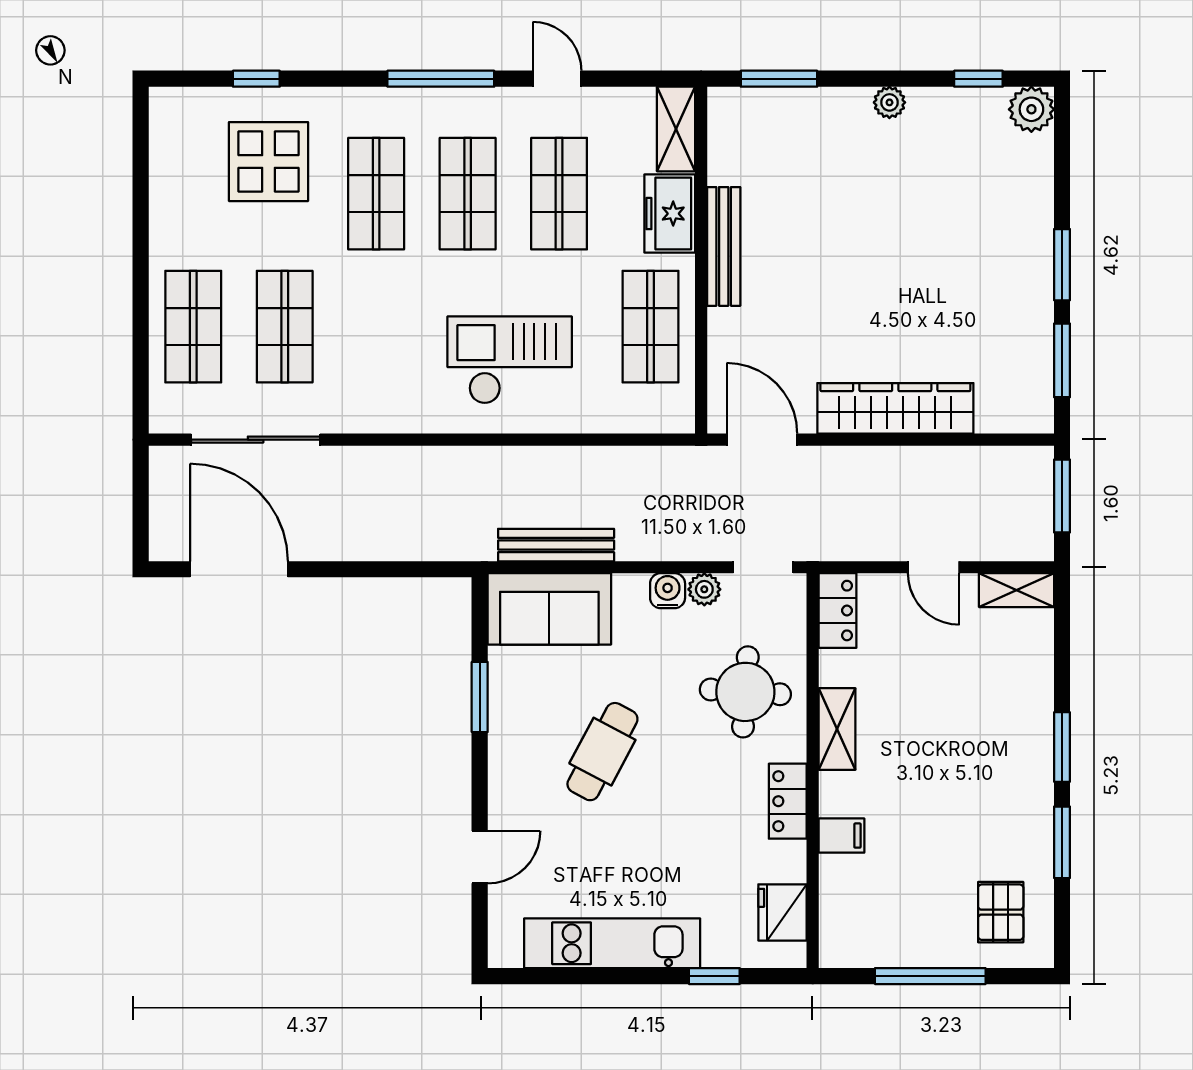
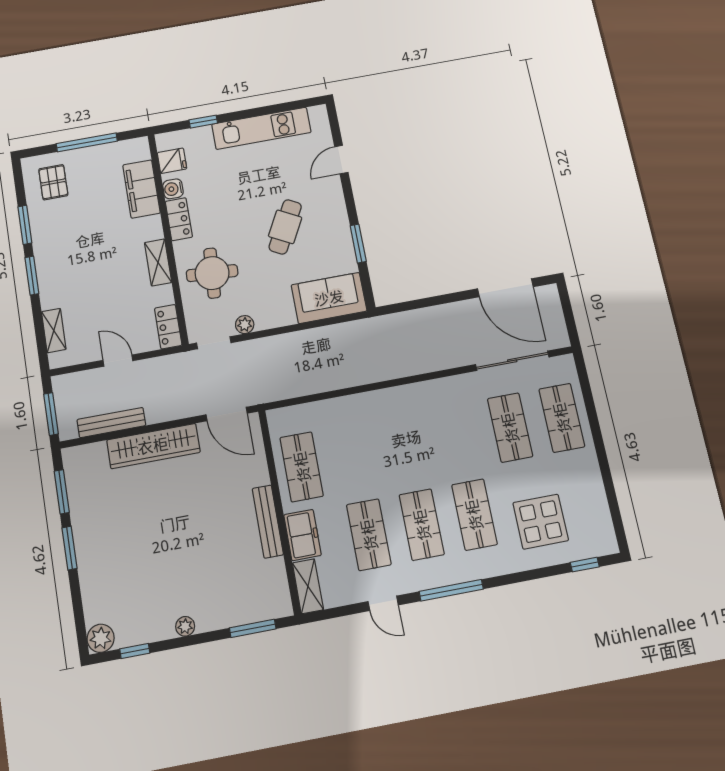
window: (256, 79) -> (585, 565), moved
checkout: (510, 360) -> (378, 432), removed
bench: (556, 545) -> (111, 423), moved
shelving: (1016, 590) -> (54, 331), moved, turned 90
water cooler: (668, 591) -> (173, 189), moved, turned 90
filing cabinet: (842, 836) -> (141, 189), width x3.00, depth x1.17
fridge: (783, 912) -> (172, 161), width x0.72

